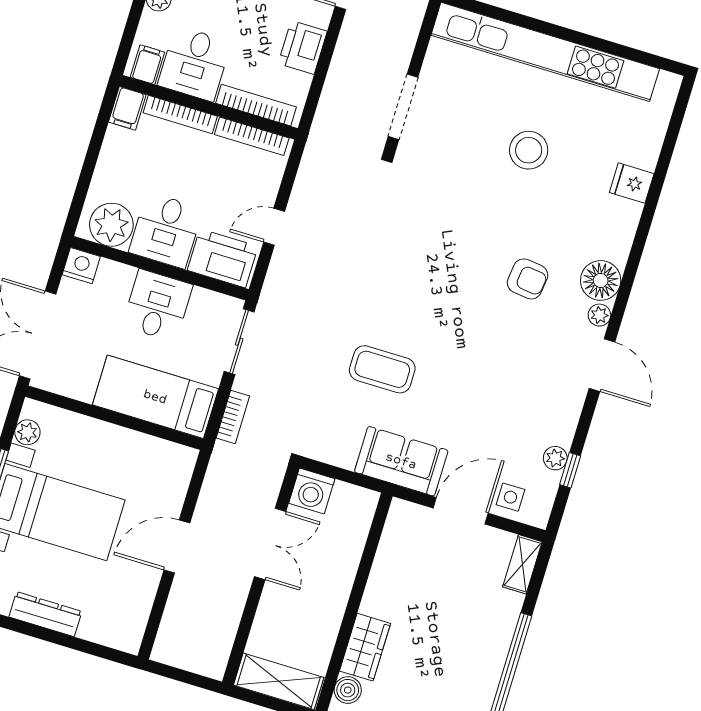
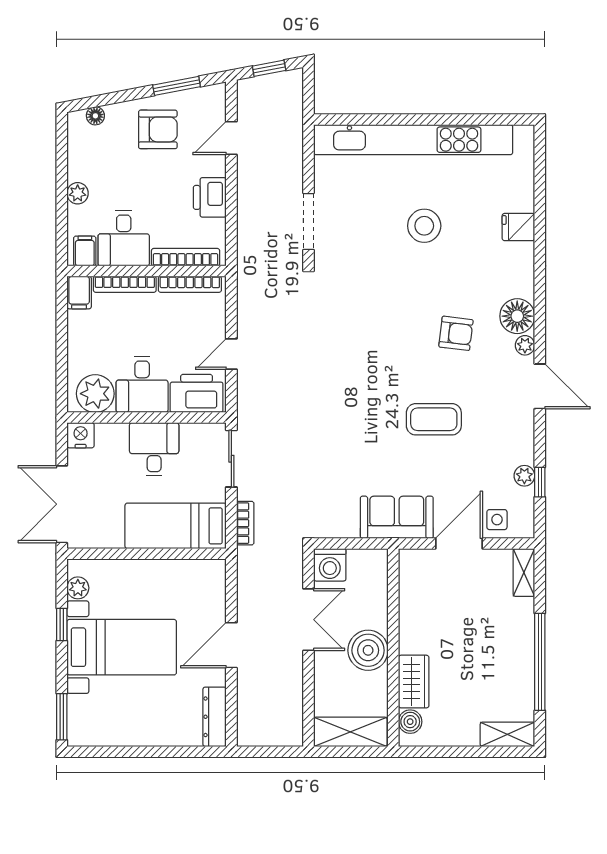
coffee table: (382, 369) -> (434, 419), moved
boiler: (325, 598) -> (368, 650), added
dresser: (45, 614) -> (215, 717), moved, turned -90

